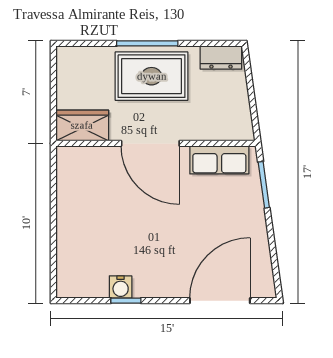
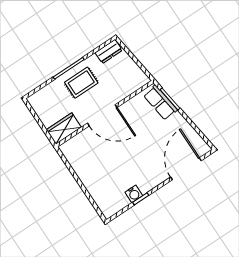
rug: (152, 76) -> (81, 83), width x0.73, depth x0.70
row of seats: (219, 160) -> (160, 103), moved, turned 82

